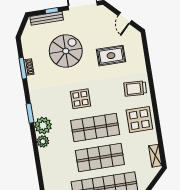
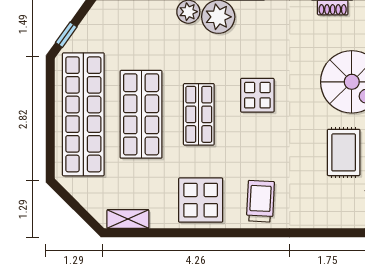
rug: (111, 56) -> (344, 152), moved
shop shelf: (95, 128) -> (199, 114), width x0.70, depth x0.74

